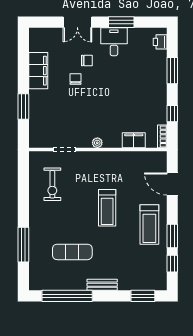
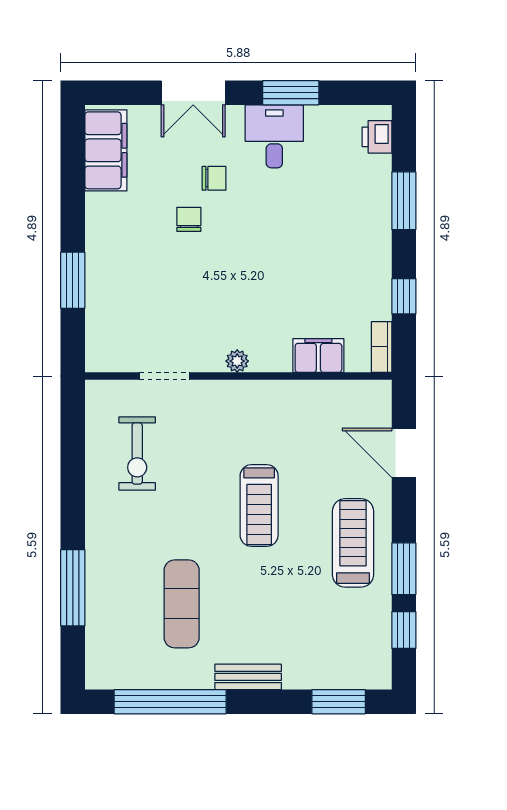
filing cabinet: (38, 71) -> (106, 150), moved
treadmill: (149, 224) -> (353, 543), turned 180
exercise mat: (72, 252) -> (182, 604), turned 90

